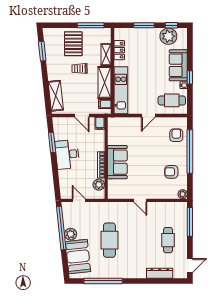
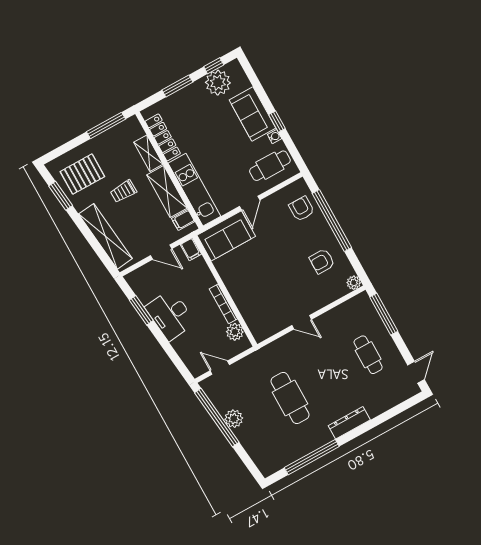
pallet: (73, 44) -> (82, 174), moved, turned 90
locker: (119, 50) -> (163, 137), width x1.53
shelving: (56, 96) -> (105, 236), width x1.47
sofa: (117, 162) -> (226, 236), moved, turned 90
booth: (78, 257) -> (260, 443), removed
dresser: (160, 273) -> (349, 423), moved

